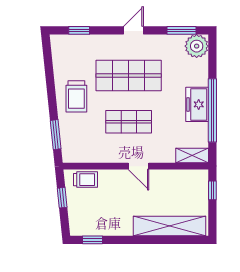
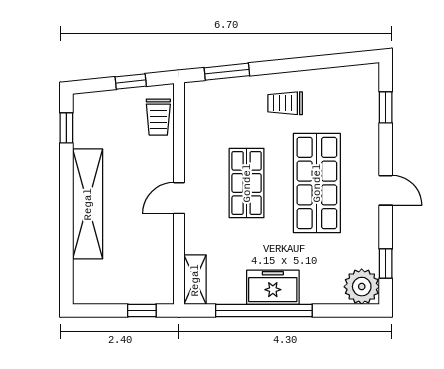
window: (182, 30) -> (386, 264), width x0.67
trolley: (76, 96) -> (285, 103), width x0.73, depth x0.72
shelving: (170, 226) -> (88, 204), moved

